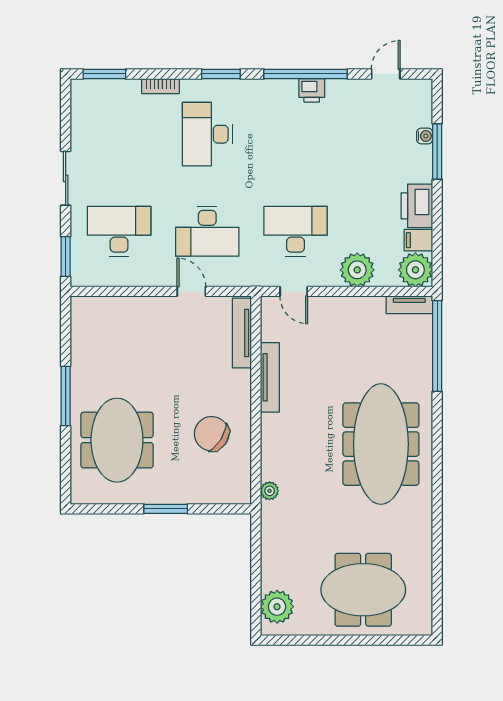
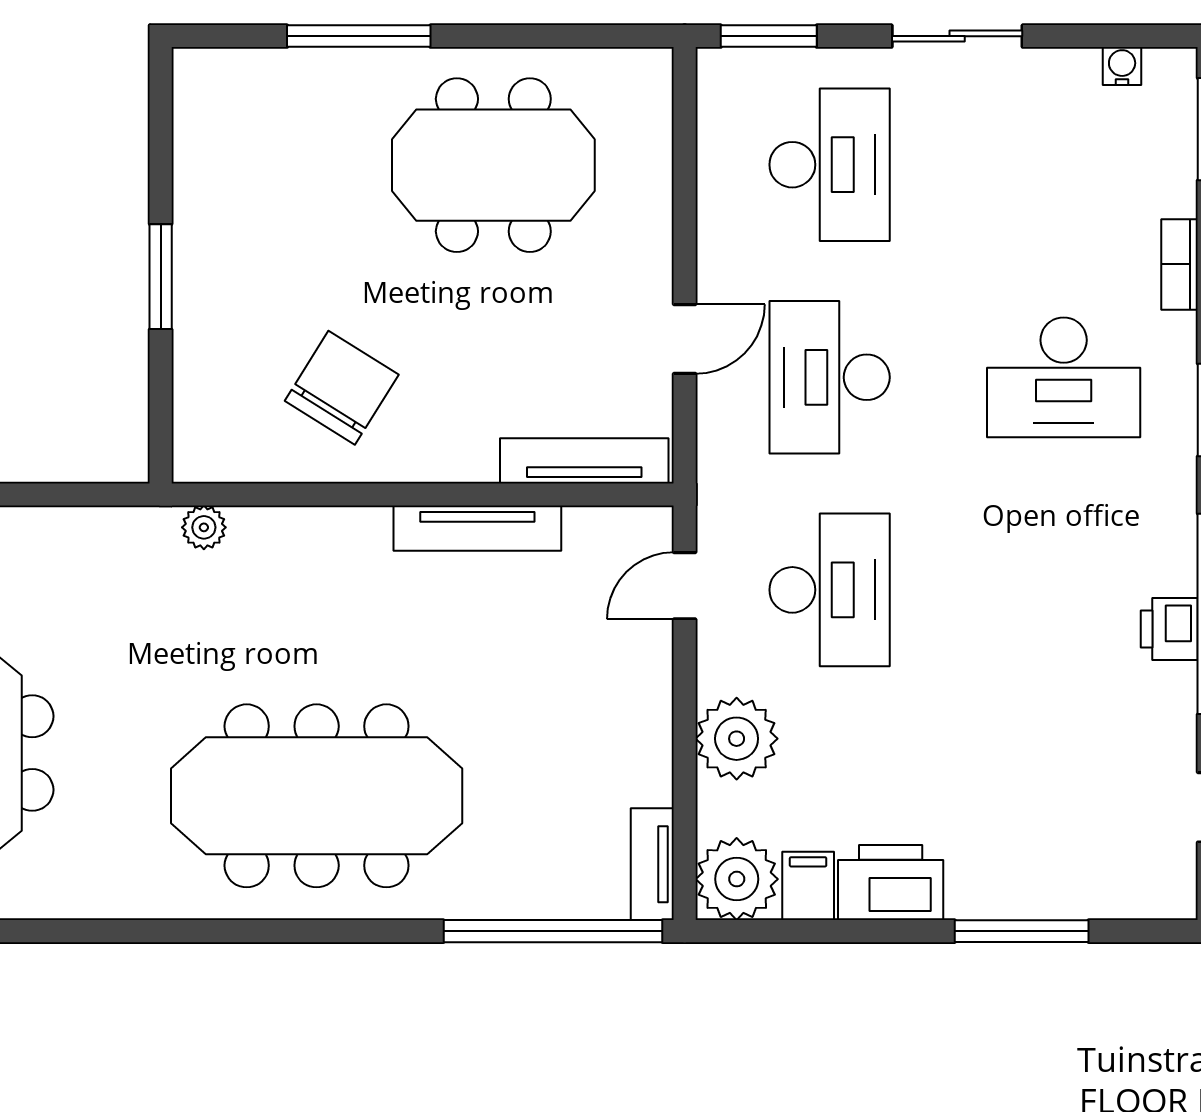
desk: (207, 134) -> (1064, 377), turned 180
water cooler: (425, 136) -> (1122, 66), moved, turned 180
window: (66, 396) -> (359, 36), moved
meeting table: (117, 440) -> (493, 165), moved

